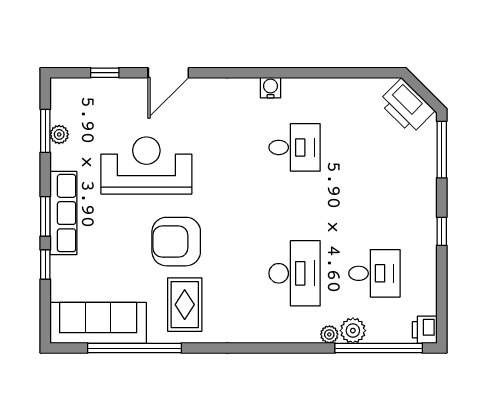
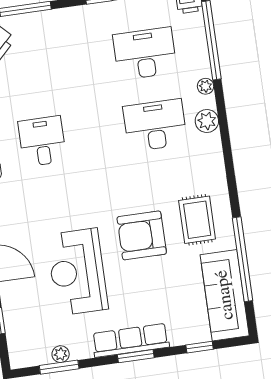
armchair: (176, 242) -> (142, 235), turned 90
window: (45, 264) -> (200, 347), moved
desk: (374, 273) -> (145, 54), width x1.37
rug: (185, 305) -> (197, 220), turned 90
plant: (353, 331) -> (207, 121), moved

